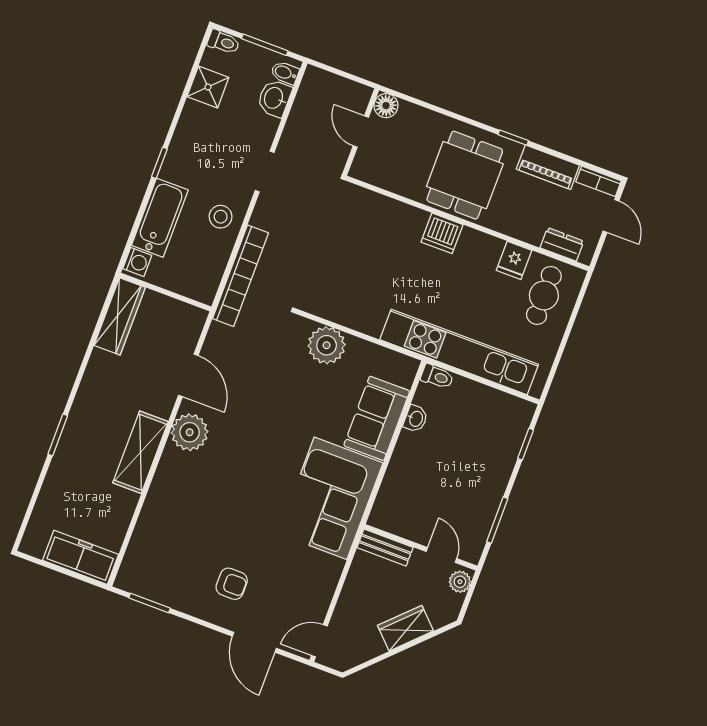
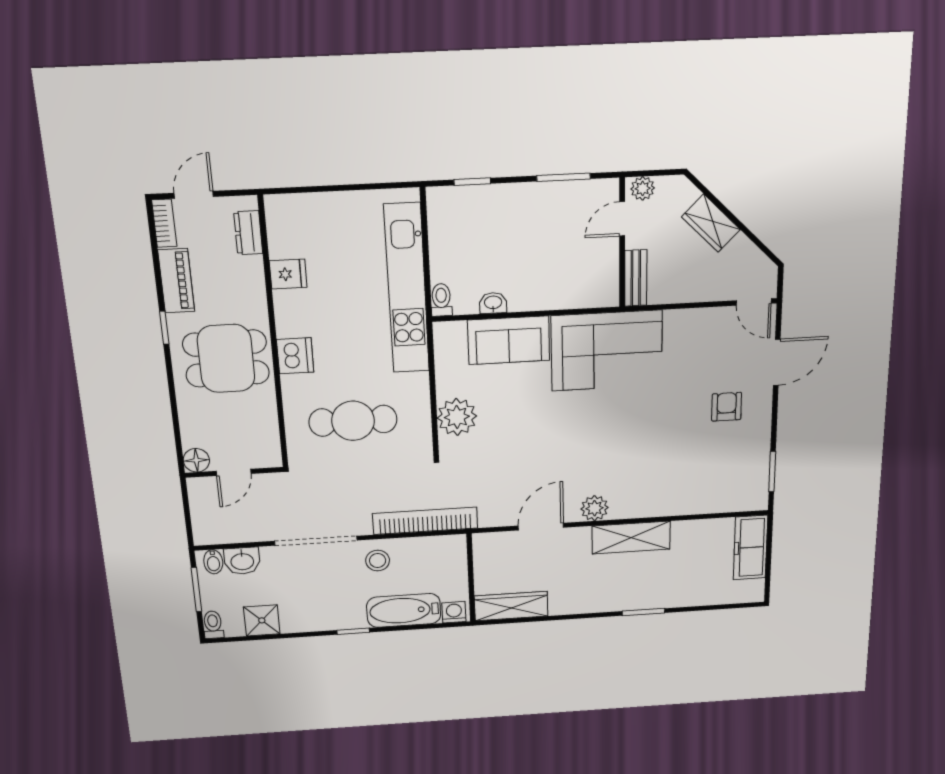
doorway: (265, 171) -> (316, 541), width x1.87
cafe table: (544, 295) -> (353, 421), moved, width x1.37, depth x1.35
plant: (190, 432) -> (595, 508), width x0.73, depth x0.73

